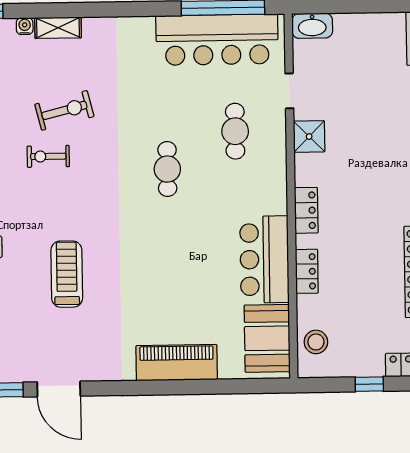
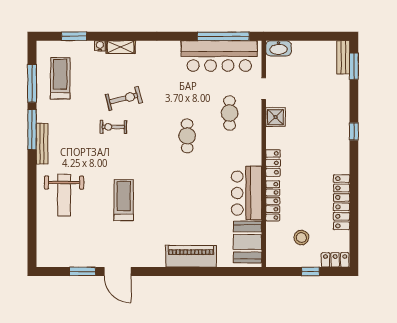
locker: (307, 271) -> (273, 201), width x1.53
stool: (316, 342) -> (301, 238), moved

